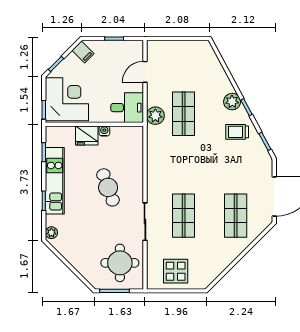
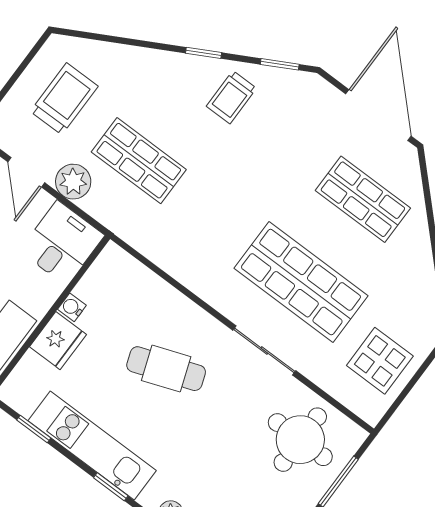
trolley: (186, 65) -> (64, 99), added
plant: (232, 102) -> (177, 69), removed
plant: (155, 116) -> (73, 182), moved
shop shelf: (184, 216) -> (301, 282), width x1.43, depth x1.36

